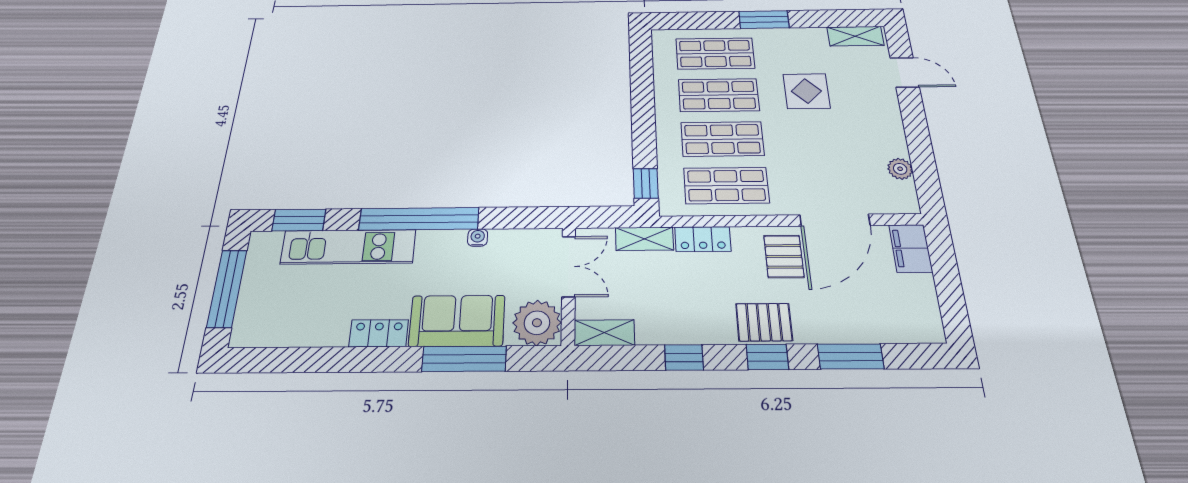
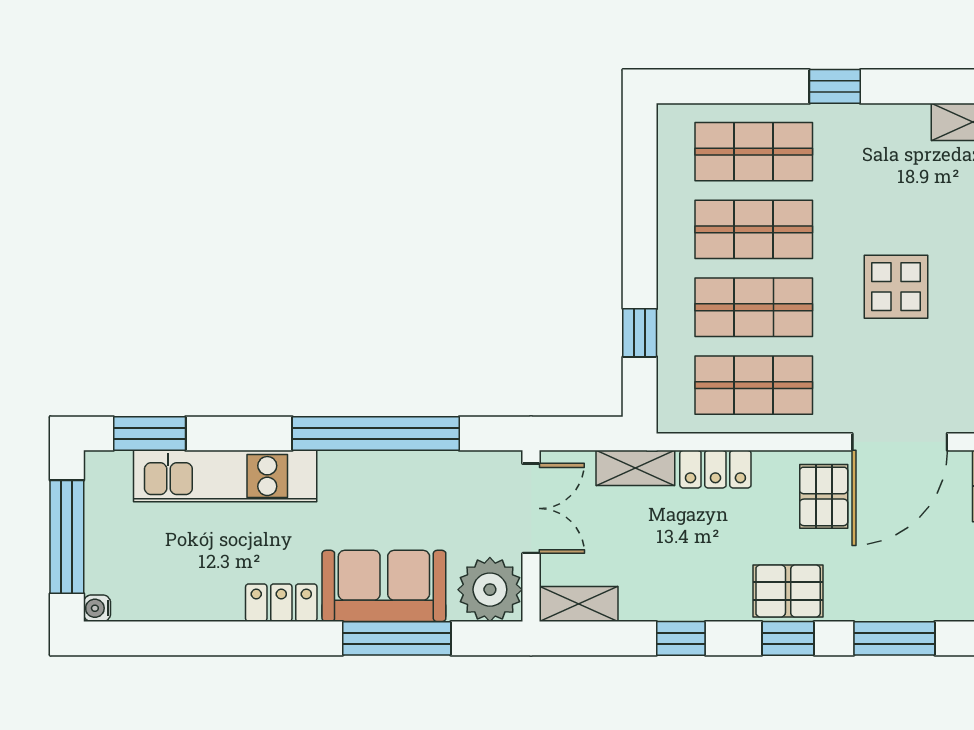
window: (764, 20) -> (835, 86), width x0.67
display table: (806, 91) -> (896, 287), moved
window: (646, 183) -> (640, 333), moved
window: (419, 219) -> (376, 434), moved
water cooler: (478, 238) -> (97, 608), moved, turned -90

